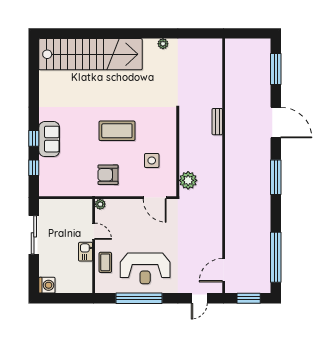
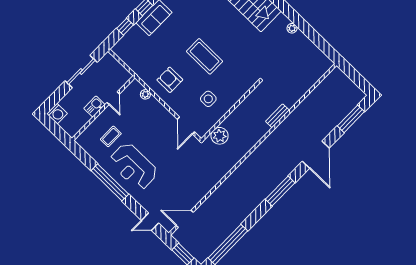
door: (94, 231) -> (113, 98), moved
wall: (94, 246) -> (104, 108), moved
kitchen sink: (86, 252) -> (94, 106), moved

